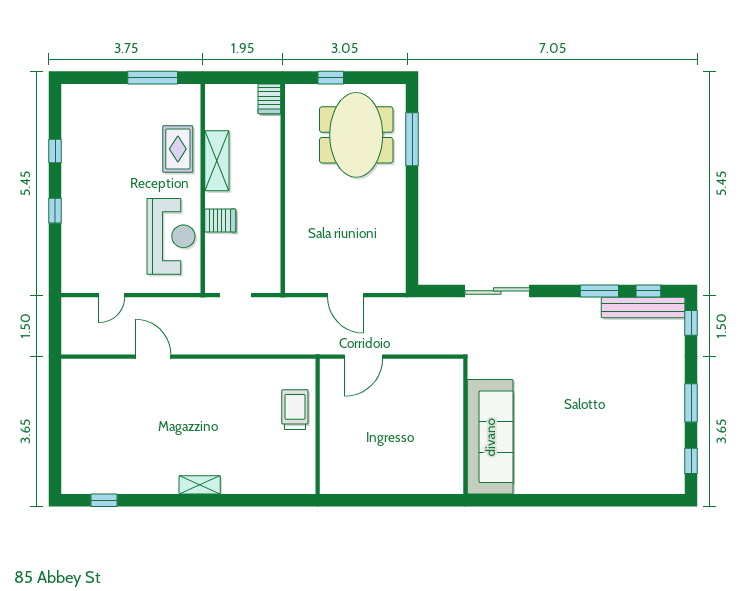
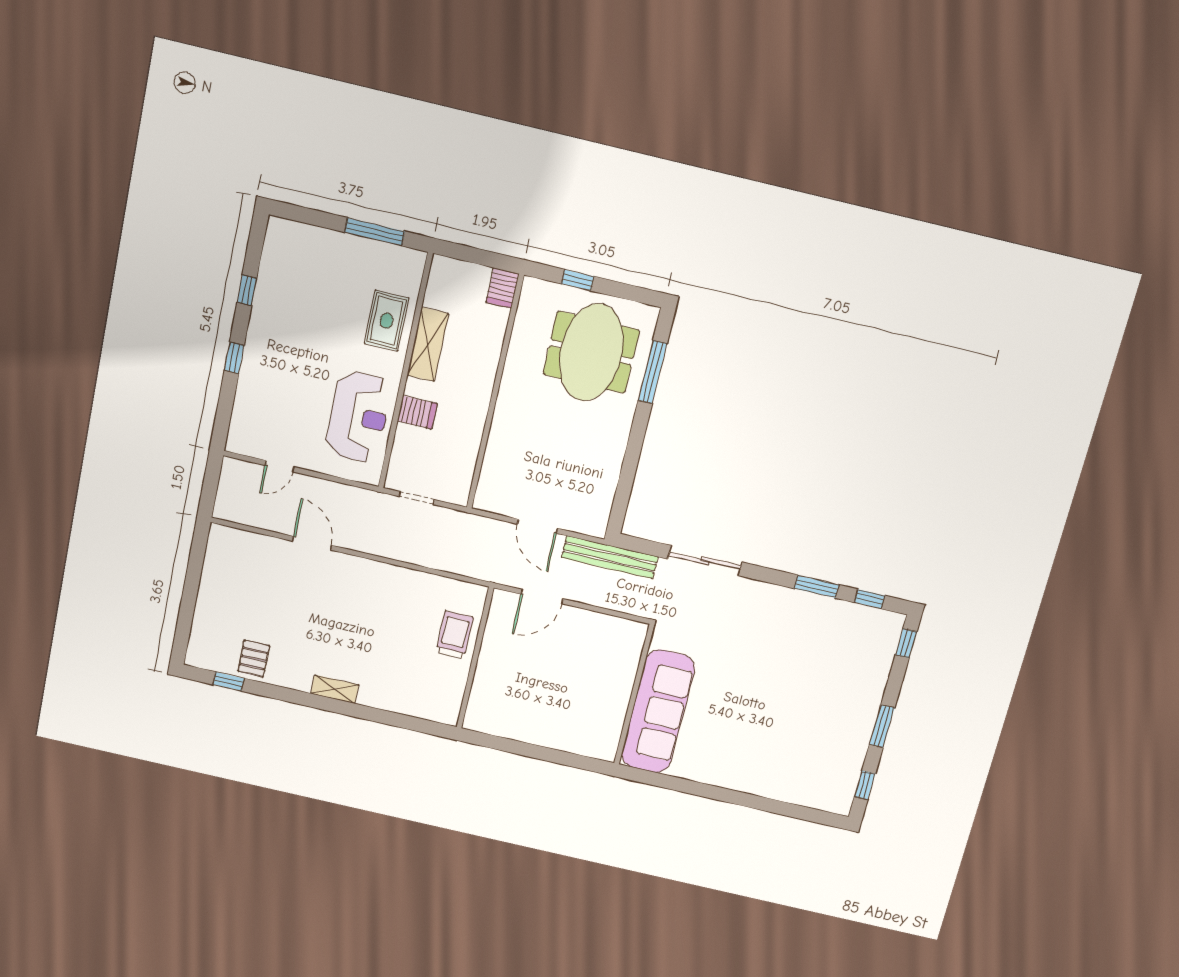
bench: (643, 307) -> (610, 557), moved
pallet: (122, 474) -> (254, 658), added

